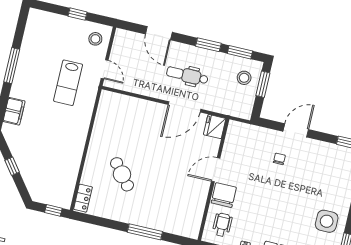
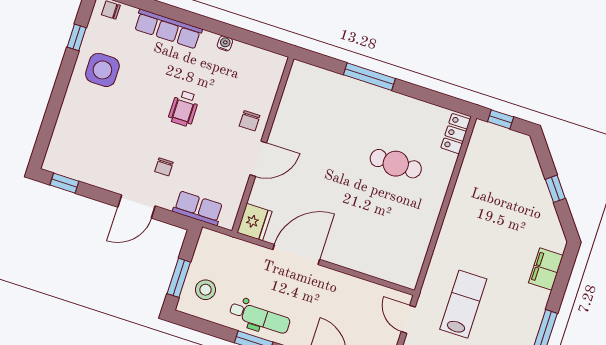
window: (240, 52) -> (208, 328), removed
dental chair: (187, 75) -> (260, 317), moved
row of seats: (254, 133) -> (198, 208), added
cafe table: (122, 174) -> (396, 164), turned -51
chair: (224, 195) -> (250, 121), width x0.54, depth x0.54
wheelchair: (222, 225) -> (184, 108), moved

